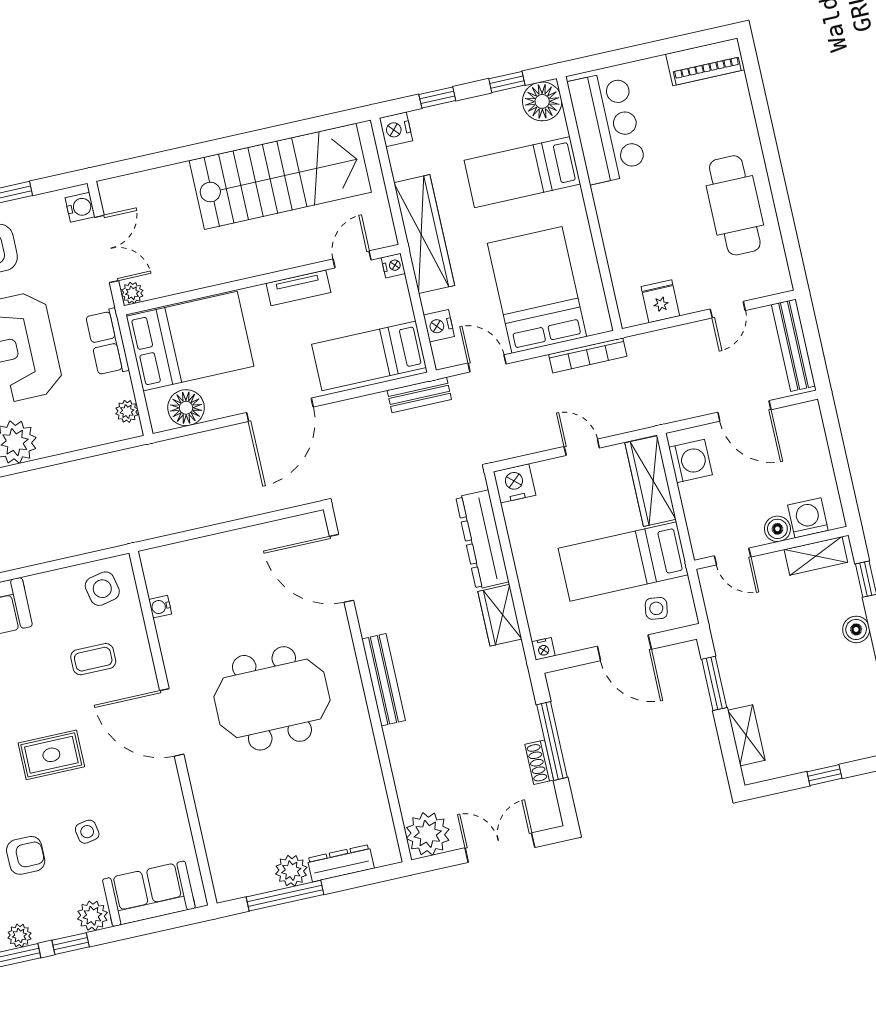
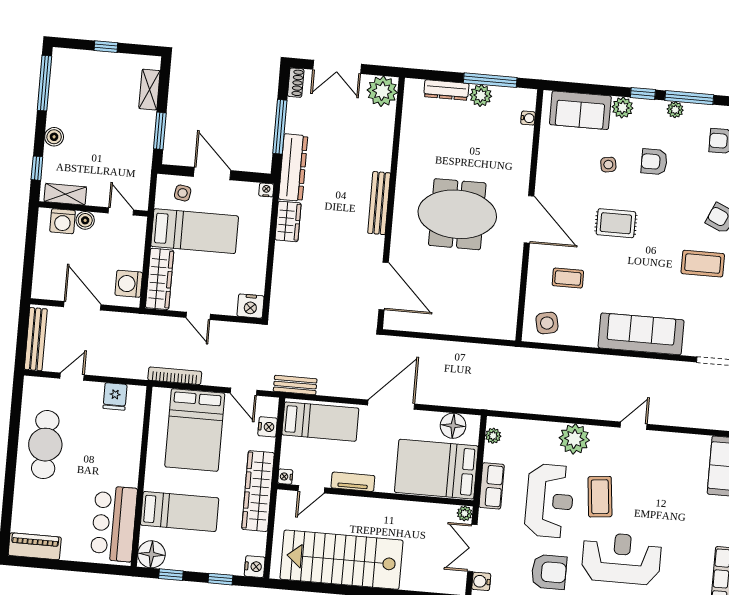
dresser: (482, 539) -> (293, 167), moved
water cooler: (160, 607) -> (528, 118), moved
shoe rack: (539, 762) -> (296, 83), moved

